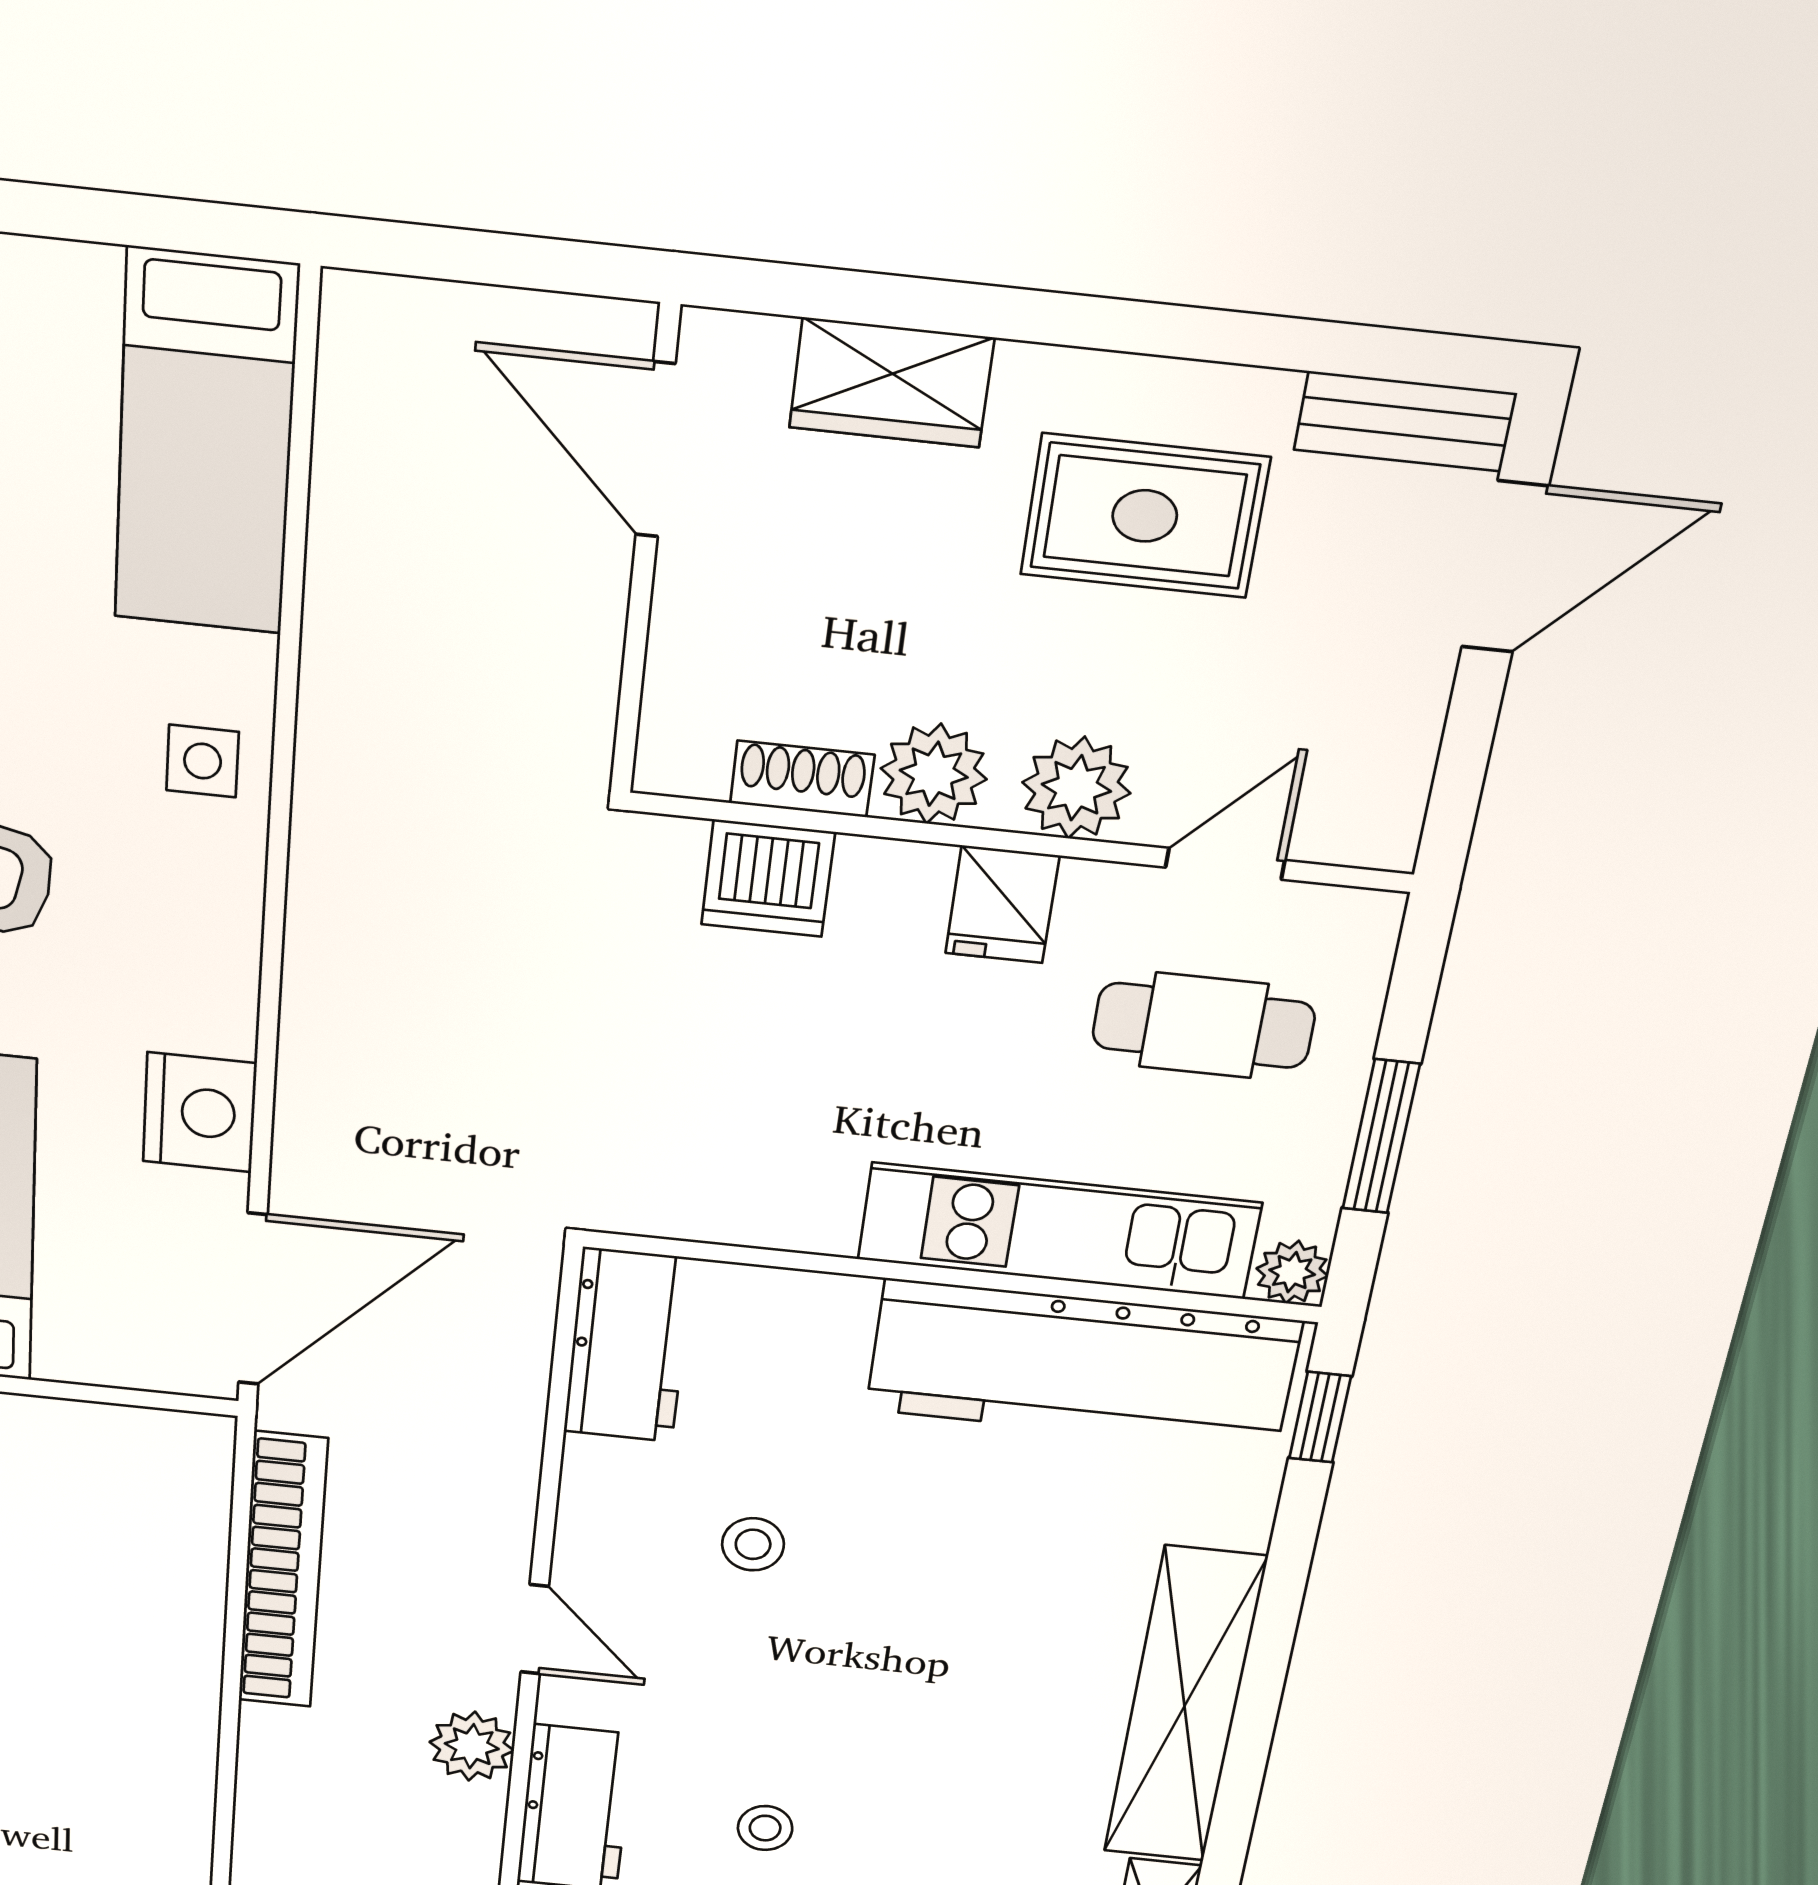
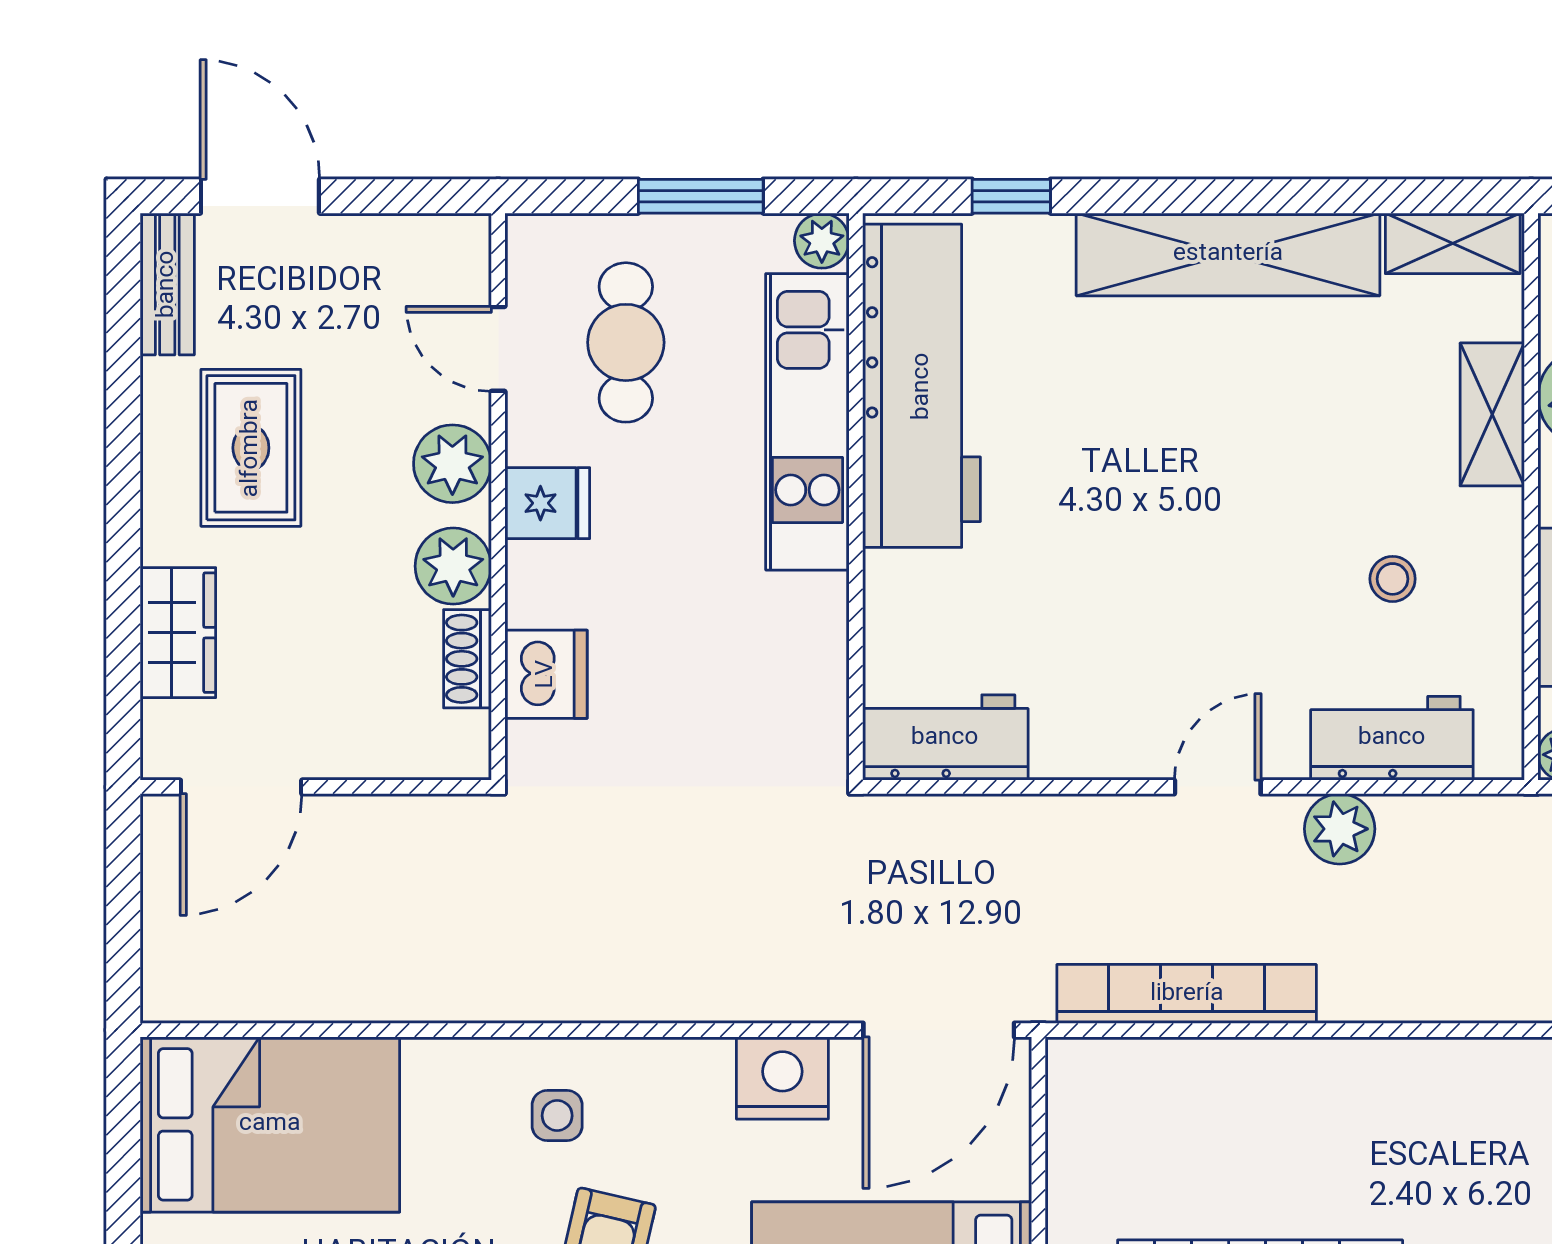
bed: (206, 444) -> (270, 1124), width x1.50
side table: (203, 761) -> (557, 1116), moved
door: (253, 1299) -> (939, 1030), swing flipped
window: (1320, 1417) -> (1011, 196), moved
stool: (753, 1544) -> (1115, 621), removed

